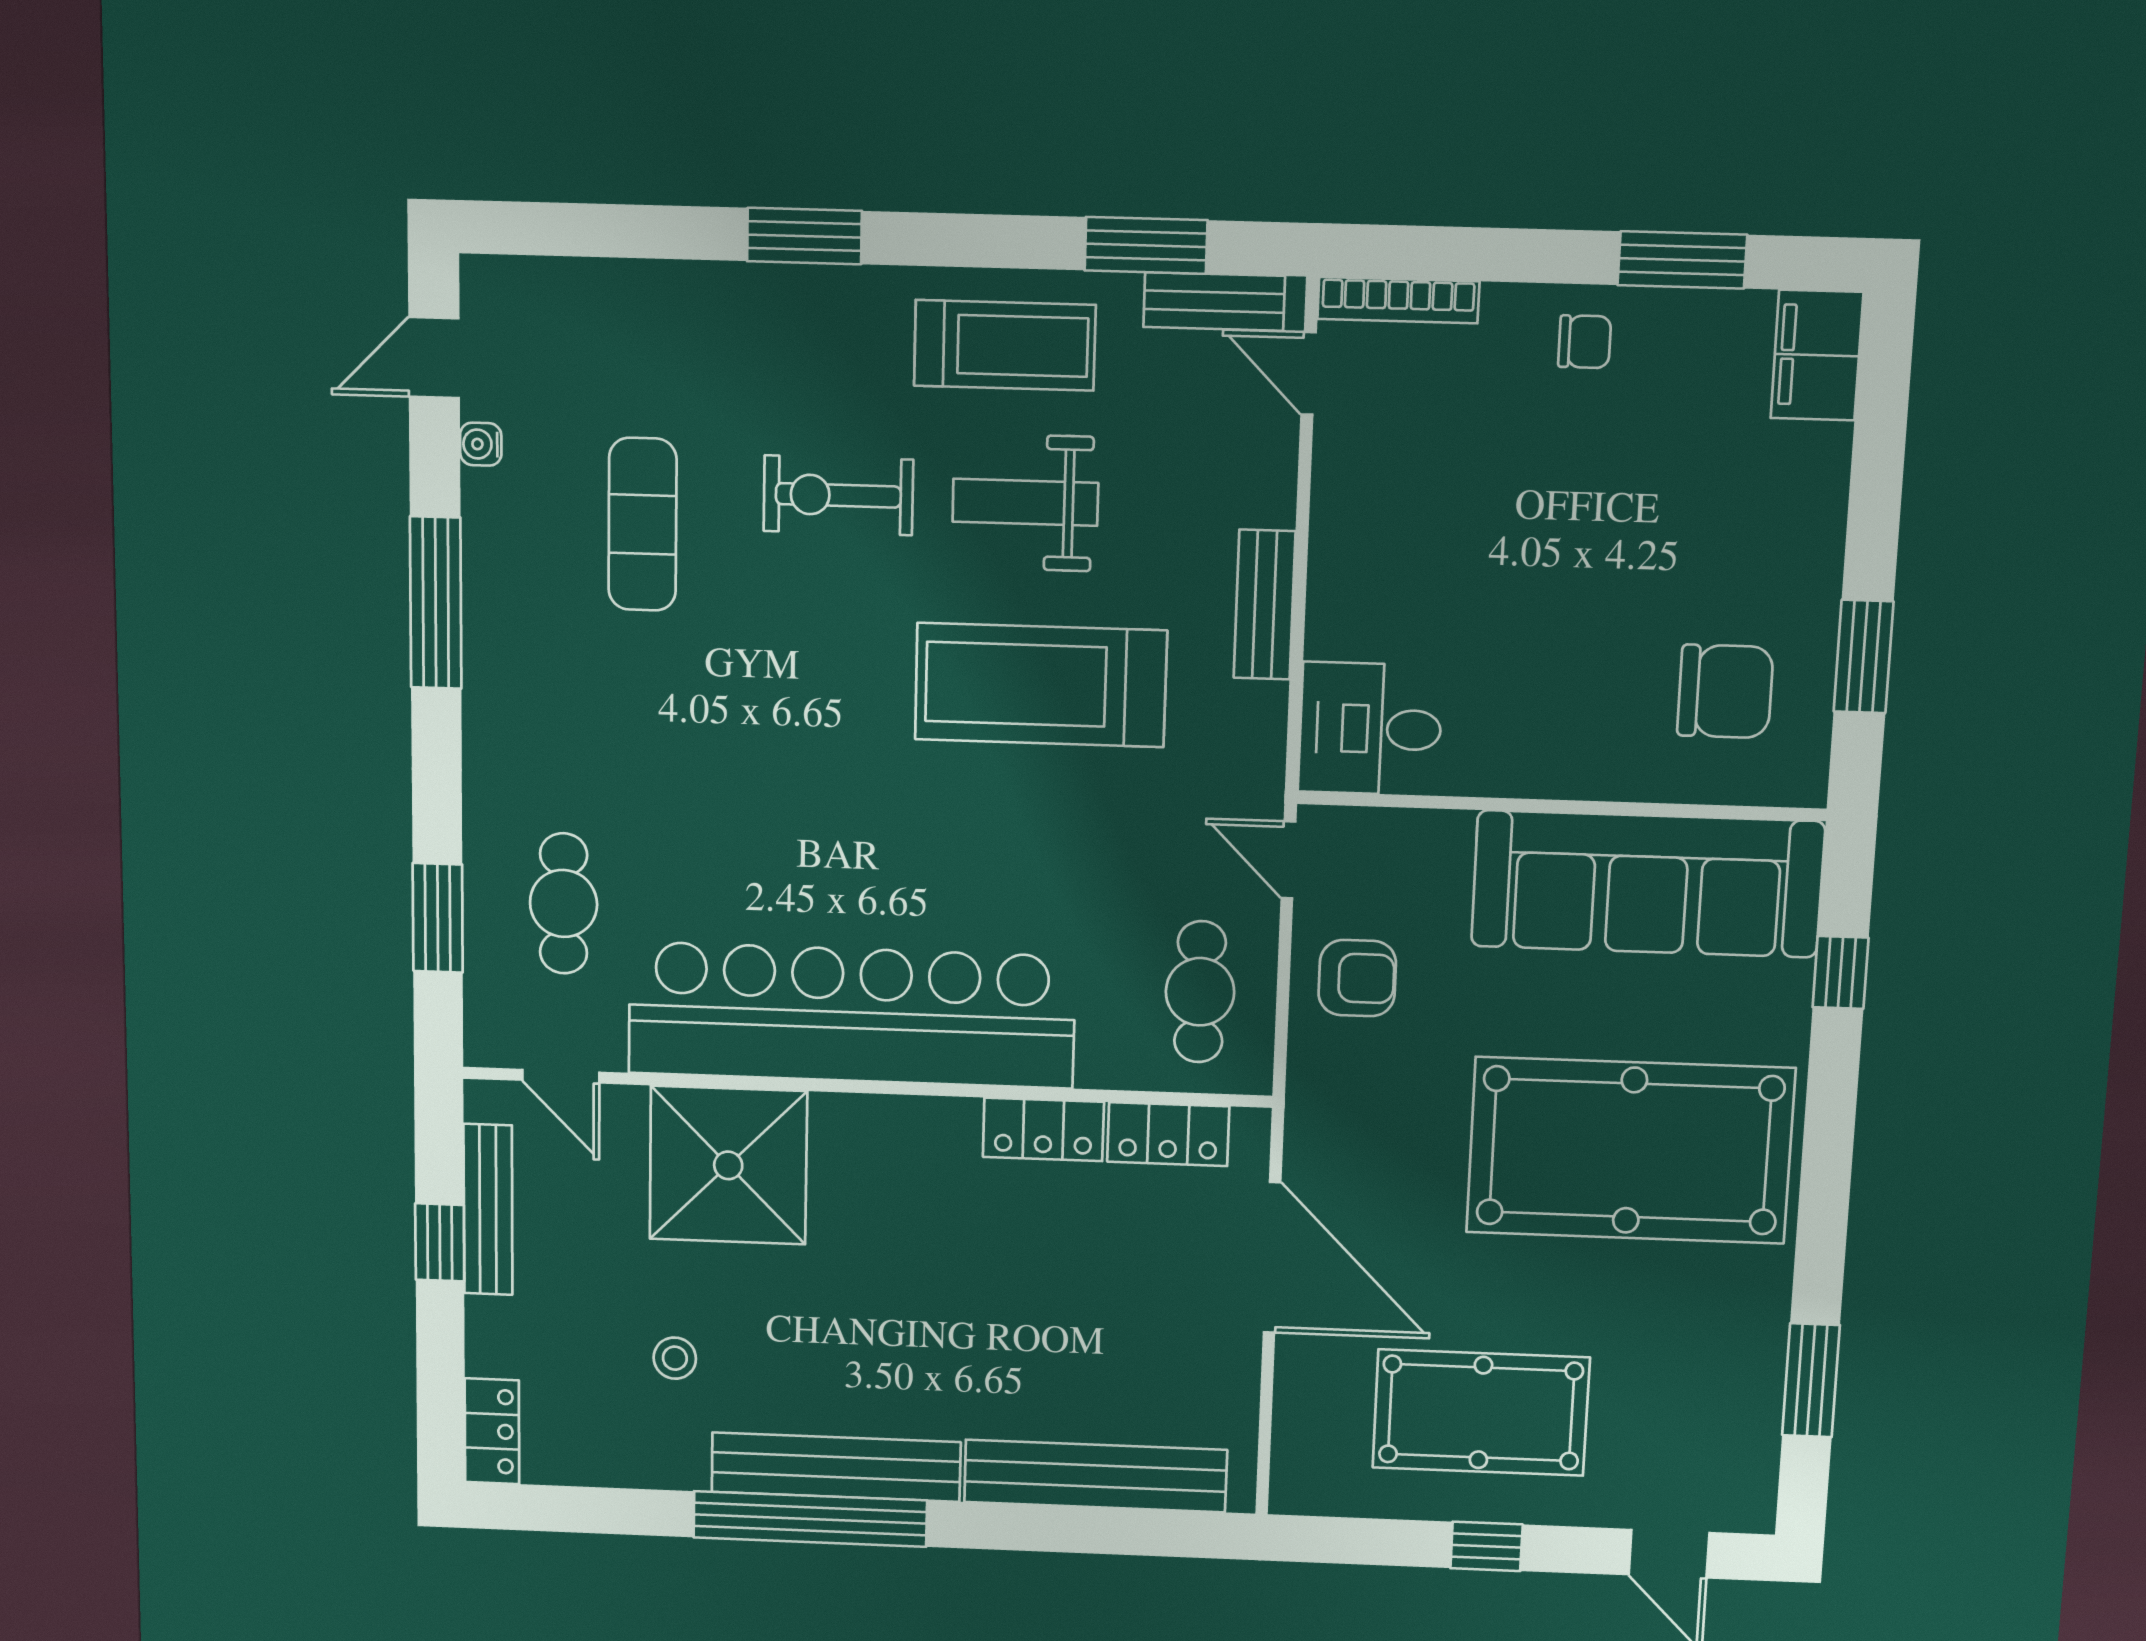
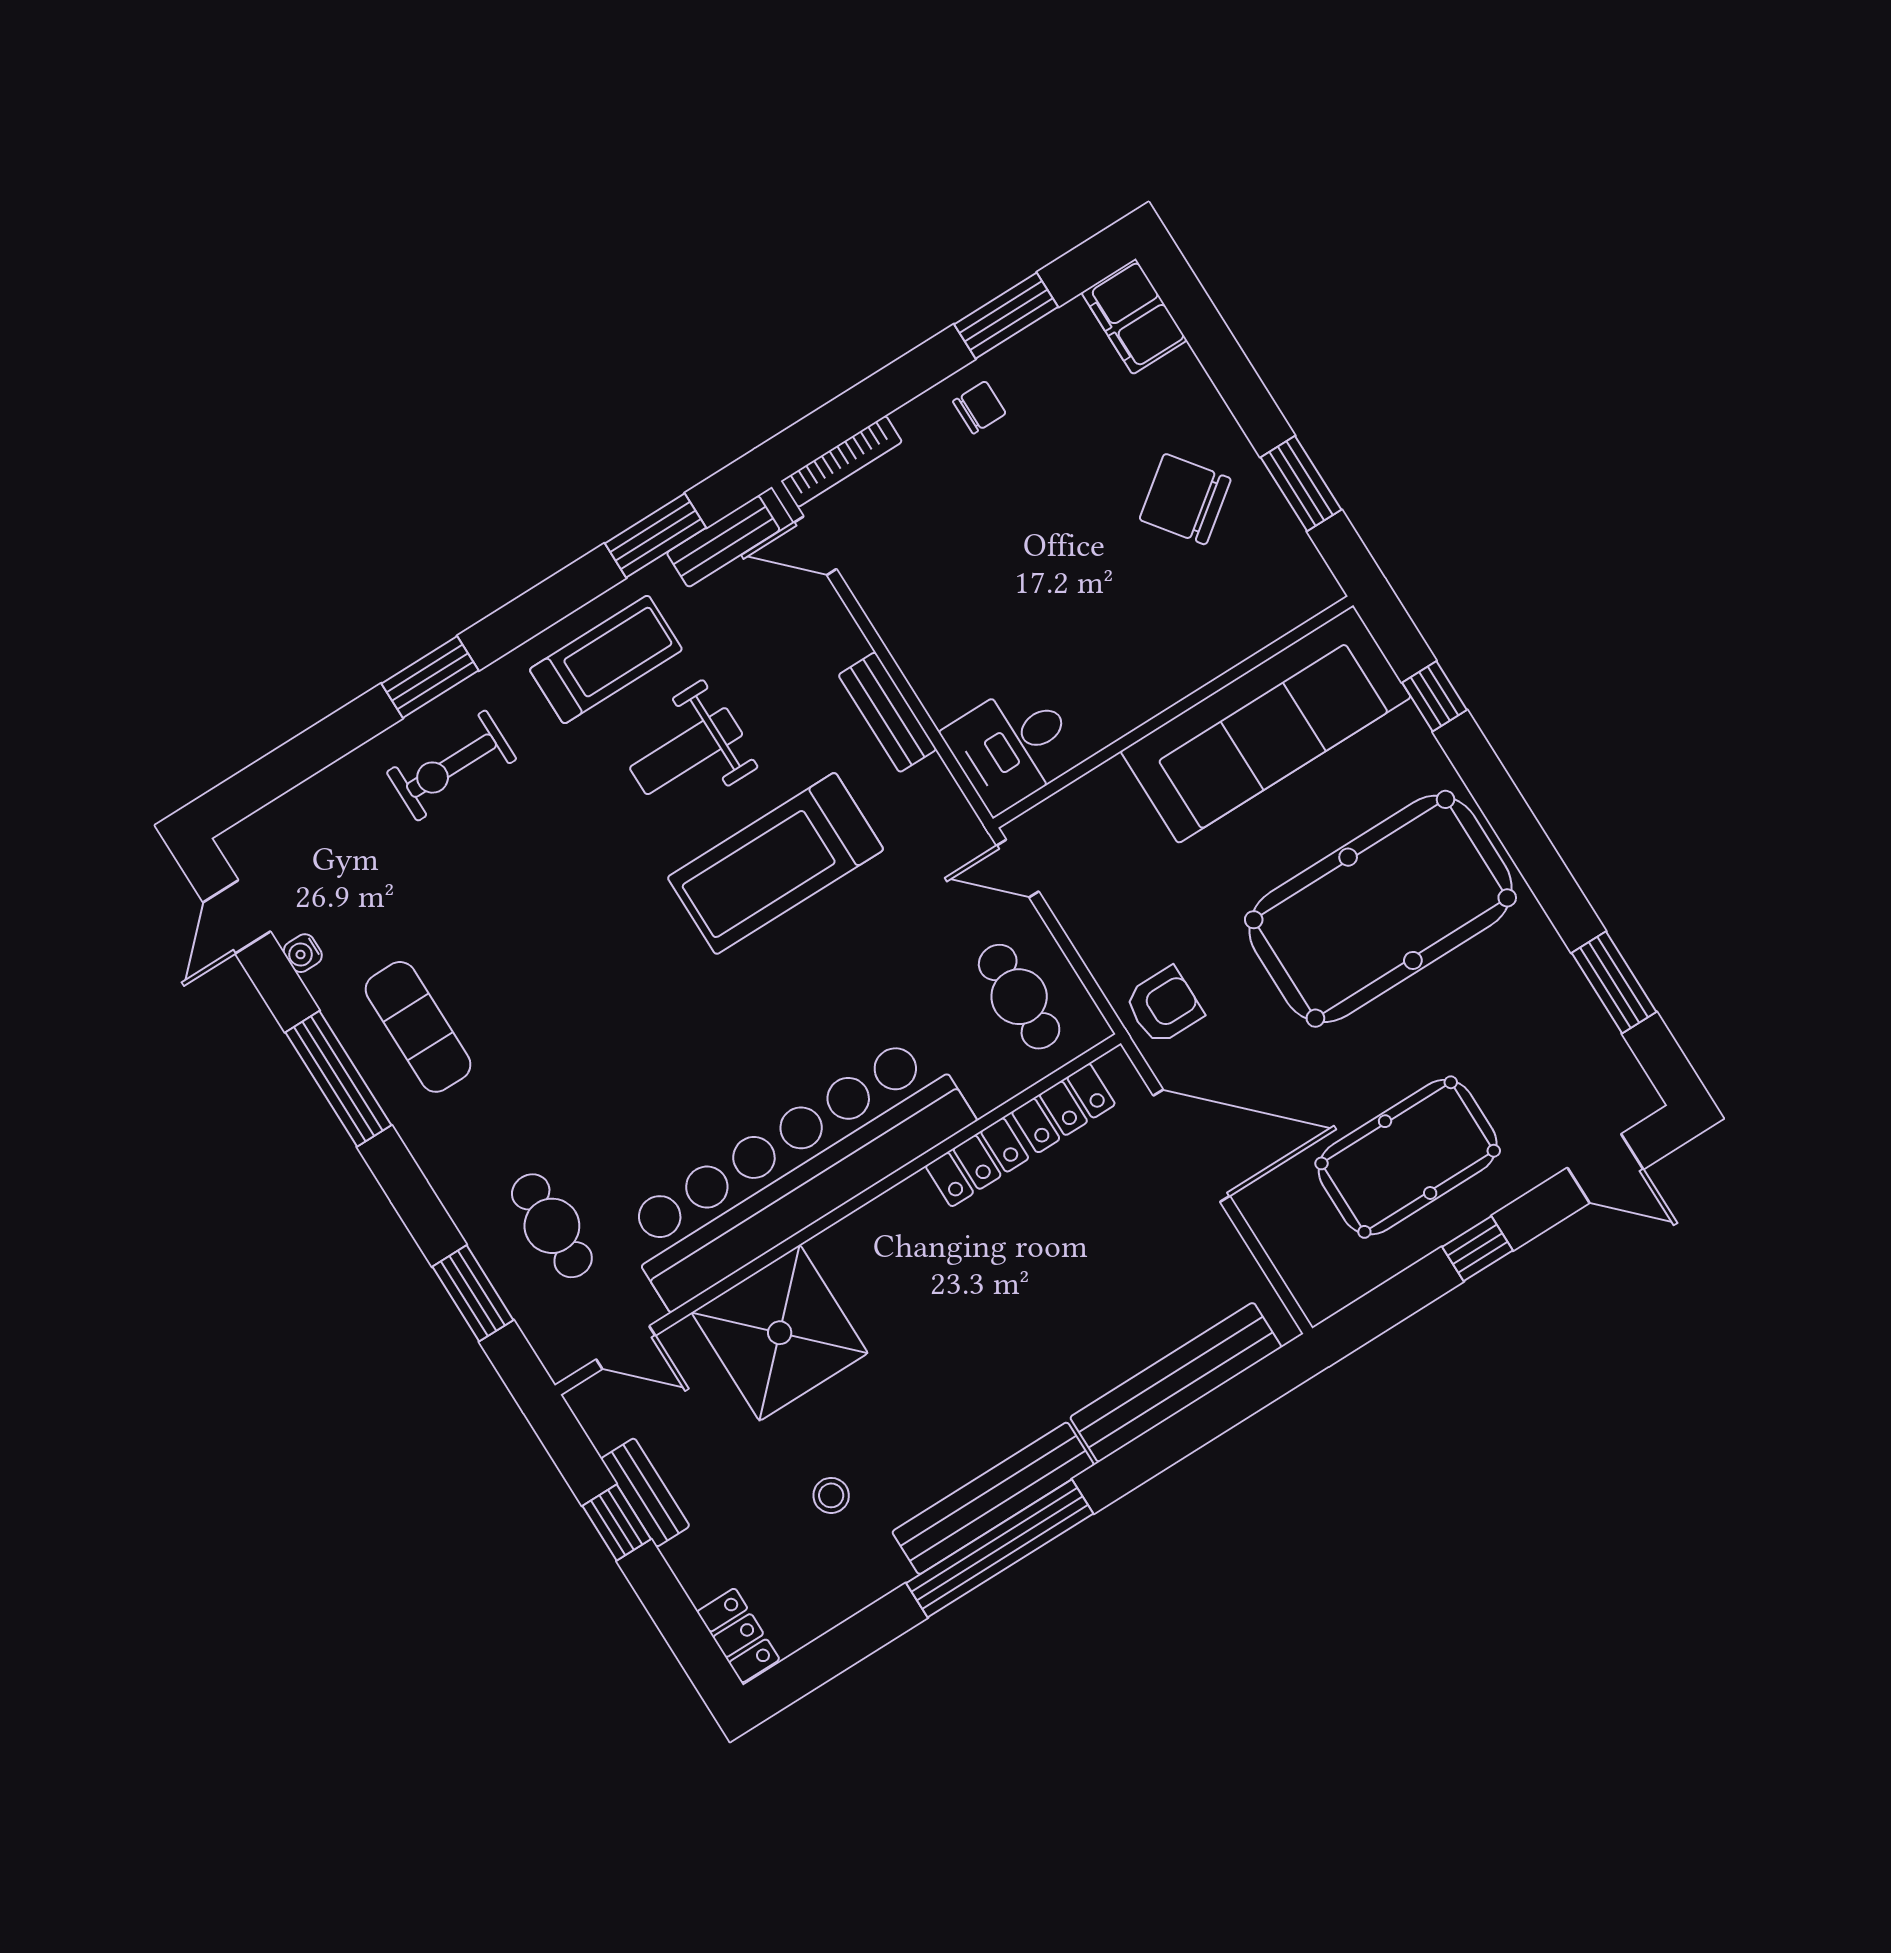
exercise bike: (838, 495) -> (451, 766), moved
exercise mat: (642, 524) -> (418, 1027), moved
chair: (1725, 691) -> (1185, 499), moved, turned -127
armchair: (1357, 978) -> (1164, 1006), moved
bench: (488, 1210) -> (645, 1492), width x0.73

